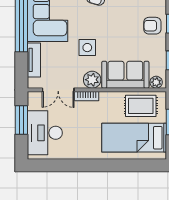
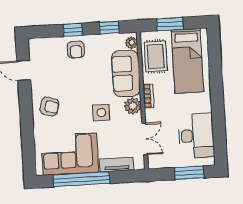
bookcase: (87, 96) -> (148, 96), moved
window: (21, 120) -> (189, 173), moved
desk: (45, 133) -> (196, 136), moved, turned -90

